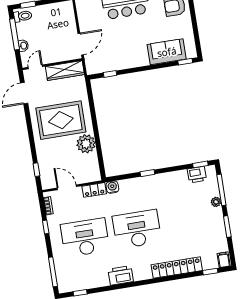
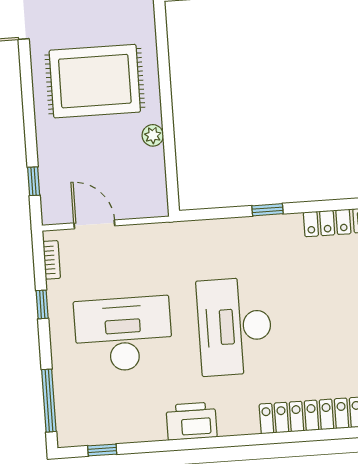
plant: (86, 144) -> (153, 135), width x0.53, depth x0.53
water cooler: (112, 187) -> (191, 233), removed
locker: (94, 190) -> (327, 223), moved
desk: (137, 229) -> (235, 326), turned -90

